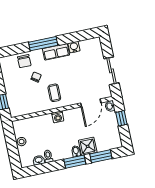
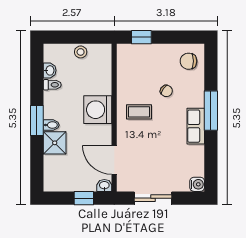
water cooler: (74, 47) -> (197, 184), moved
chair: (24, 61) -> (188, 61), moved
washing machine: (58, 117) -> (98, 110), width x1.89, depth x1.89
window: (101, 156) -> (37, 158), removed

